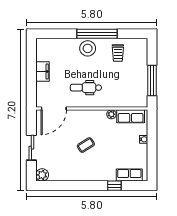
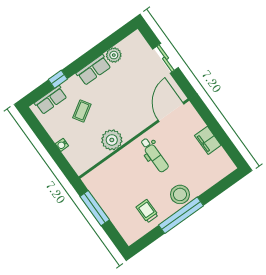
dental chair: (86, 88) -> (154, 155), turned 90
plant: (111, 114) -> (112, 140), width x1.88, depth x1.88
row of seats: (131, 116) -> (94, 70), moved, turned 180
coffee table: (86, 145) -> (82, 111), moved
plant: (42, 175) -> (114, 55), moved

